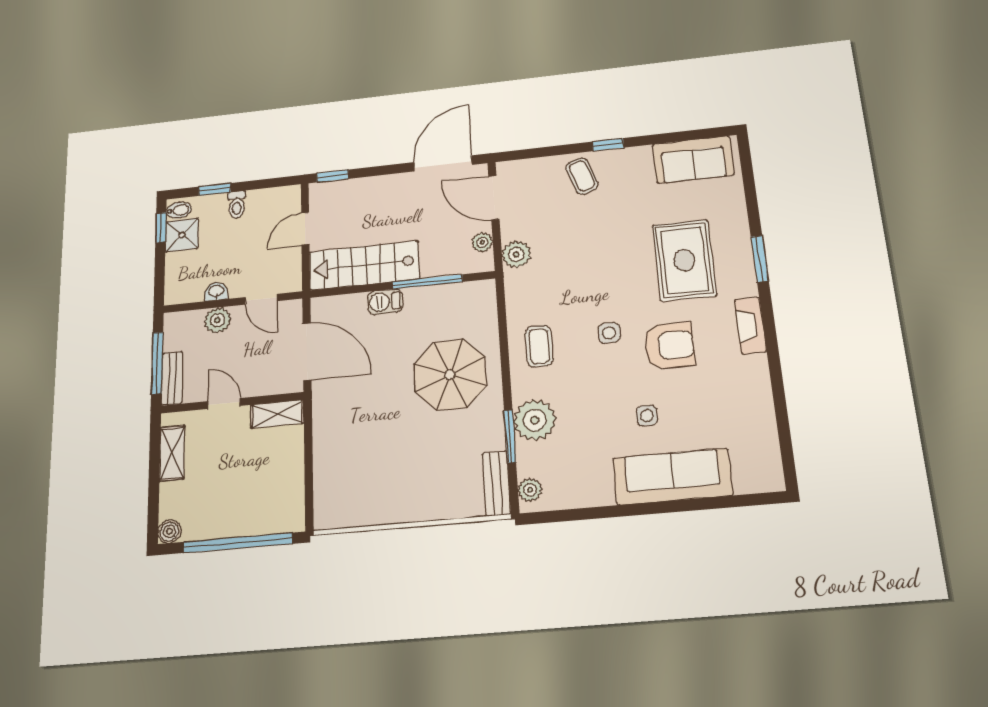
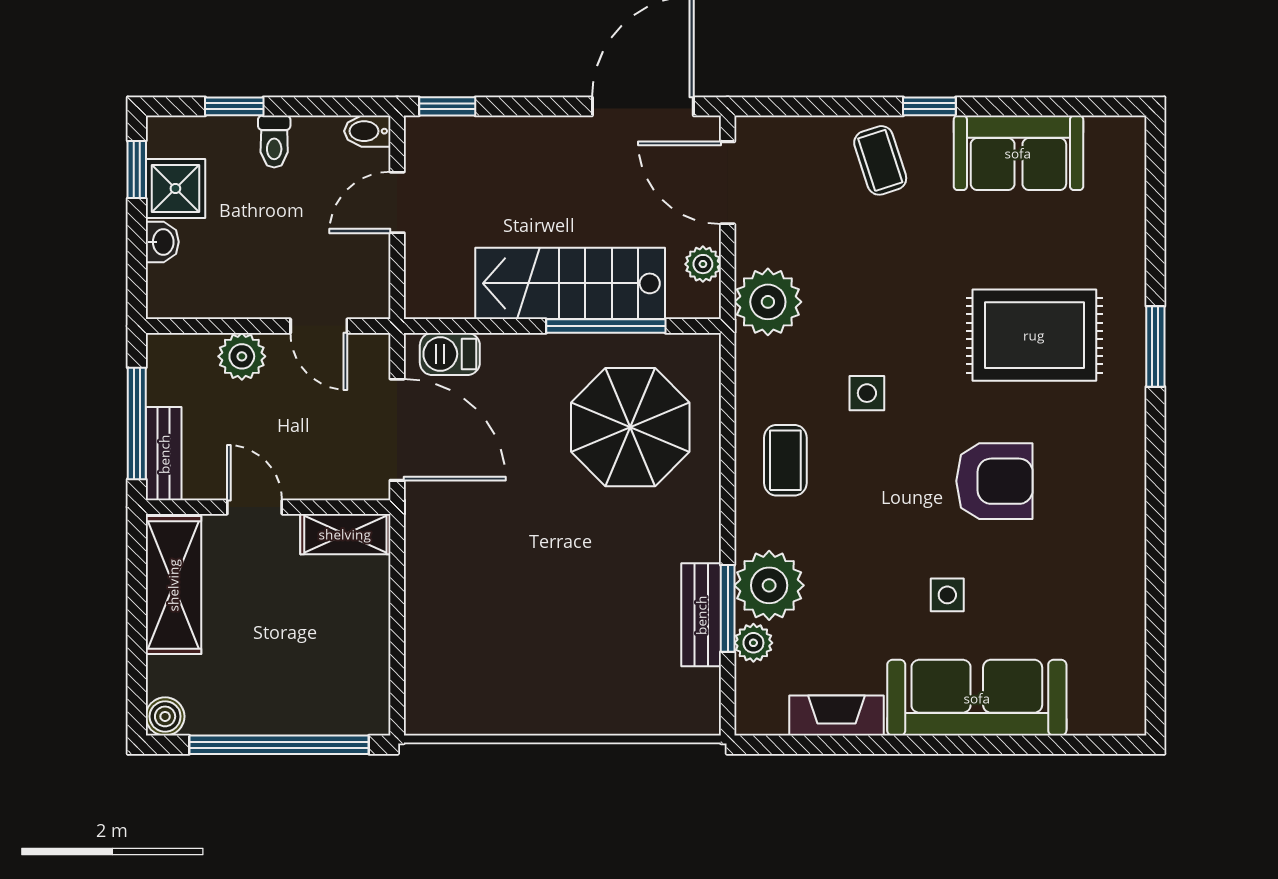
sofa: (693, 160) -> (1018, 153), moved
bidet: (179, 210) -> (367, 131), moved, turned 180
plant: (516, 254) -> (768, 302), width x1.36, depth x1.36
rug: (684, 260) -> (1034, 335), turned 90
stairs: (364, 265) -> (570, 283), moved
washbasin: (216, 291) -> (162, 242), moved, turned 90
barbecue: (385, 302) -> (450, 354), moved
fireplace: (750, 325) -> (837, 716), moved, turned 90
side table: (609, 333) -> (867, 393), moved
parasol: (450, 375) -> (630, 427), moved
shelving: (172, 453) -> (173, 585), width x1.50, depth x1.33
bench: (496, 483) -> (701, 615), moved
plant: (530, 490) -> (753, 643), moved

